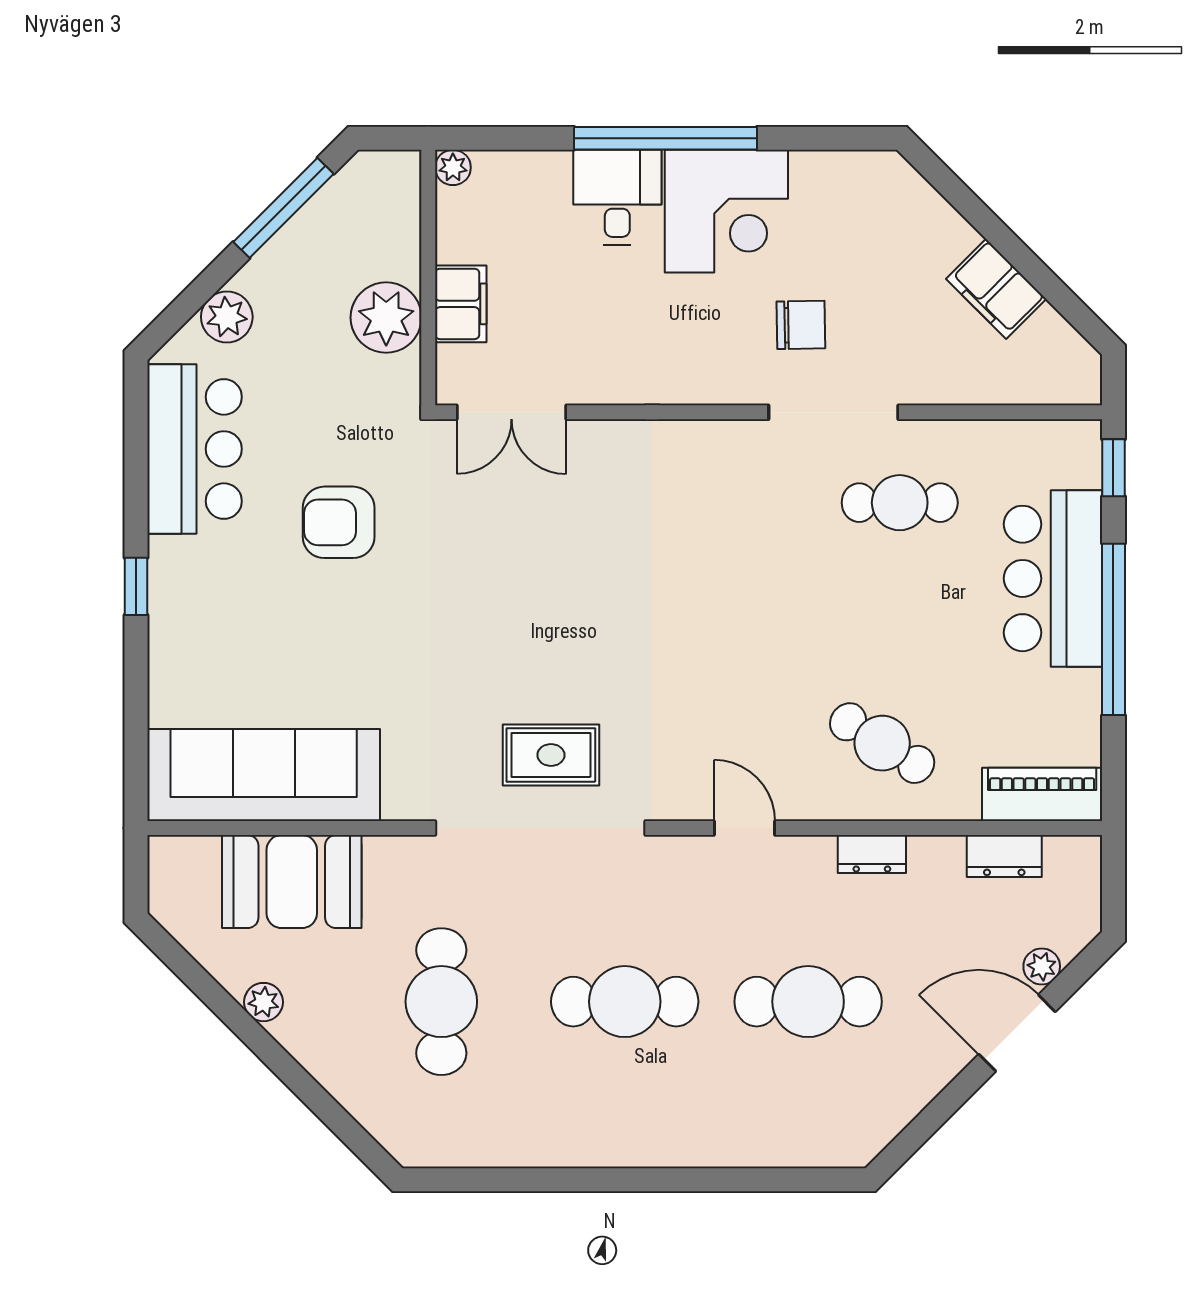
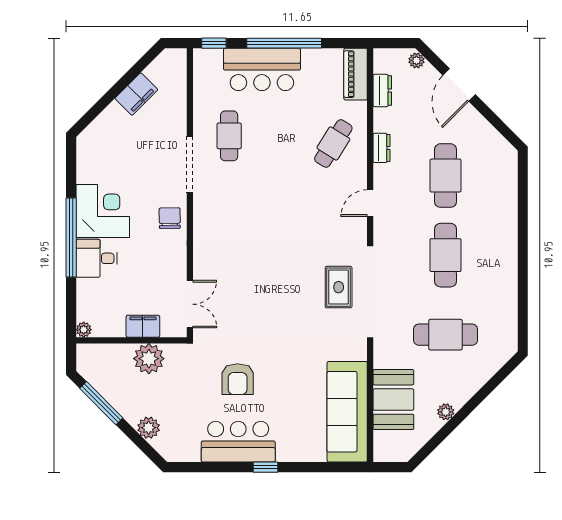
chair: (801, 325) -> (170, 218), moved
bar counter: (195, 449) -> (238, 442), moved
plant: (1042, 966) -> (416, 60), moved

